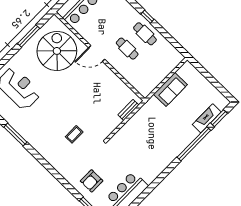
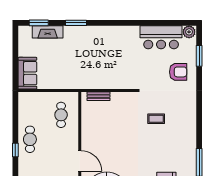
cafe table: (127, 49) -> (61, 115), moved
sofa: (170, 89) -> (27, 73), moved, turned 90
window: (194, 144) -> (76, 23), width x0.47

